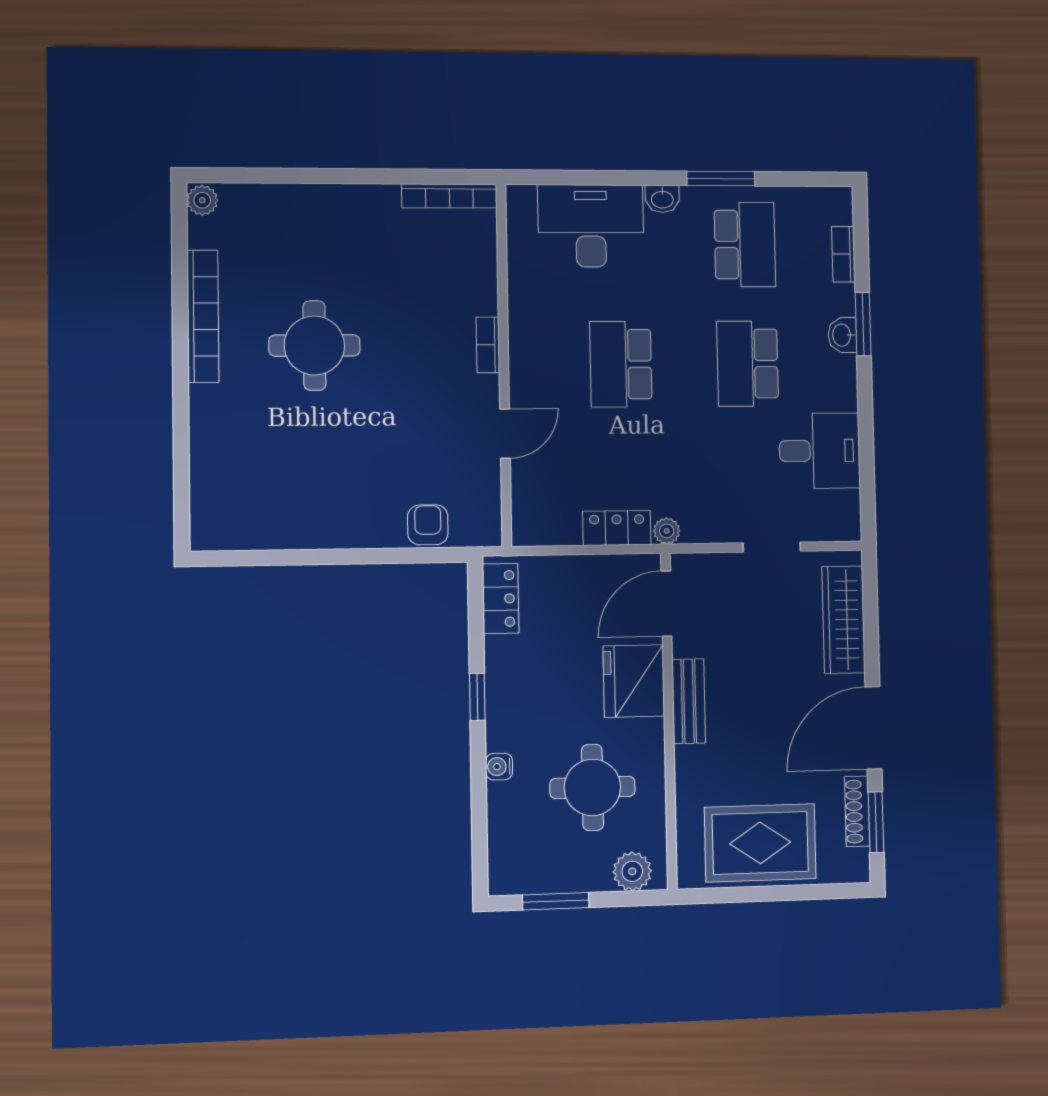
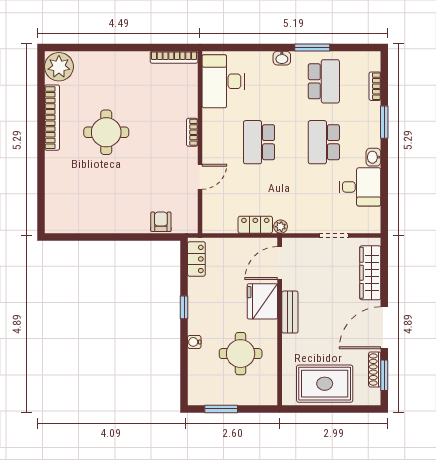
plant: (202, 200) -> (59, 67), width x1.87, depth x1.87
desk: (591, 226) -> (223, 81), moved, turned -90
washbasin: (842, 335) -> (373, 157), moved
plant: (632, 871) -> (260, 396), removed

